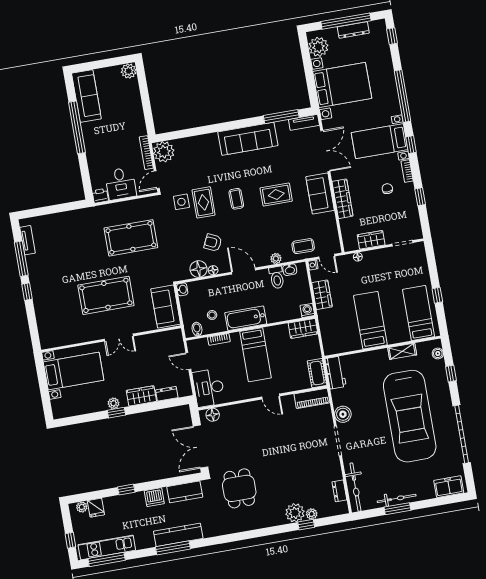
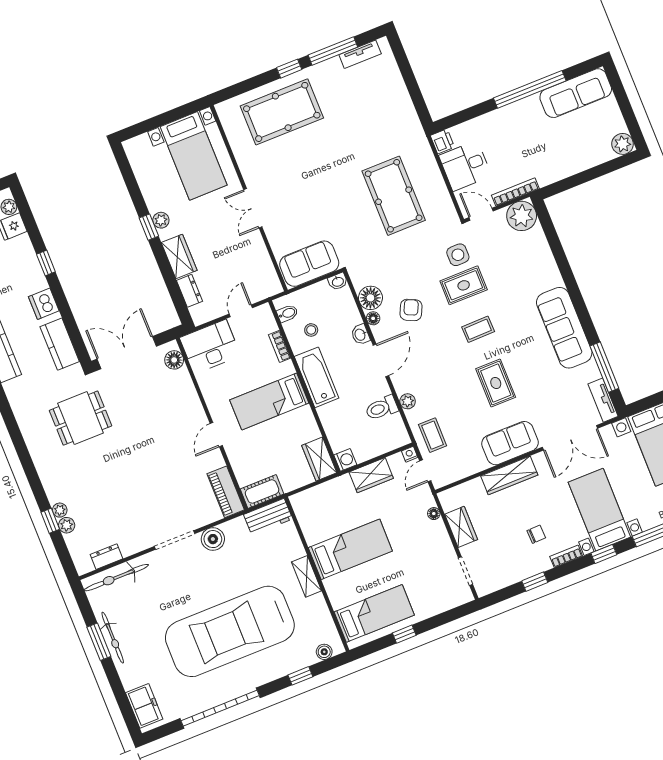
washbasin: (290, 270) -> (360, 335), moved
pool table: (106, 295) -> (282, 112), moved, turned 90
shelving: (402, 351) -> (306, 576), moved
plant: (295, 513) -> (60, 510), width x0.53, depth x0.53

